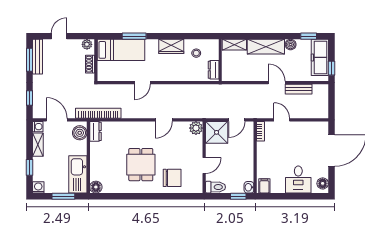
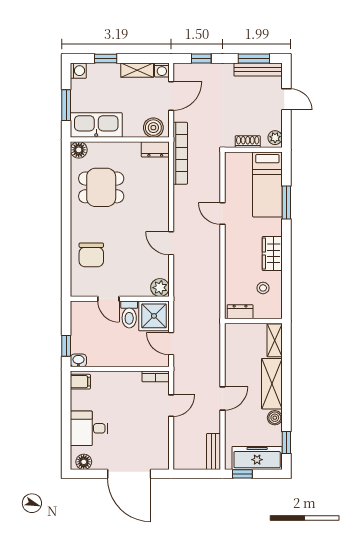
bench: (299, 89) -> (214, 452), moved
dining table: (141, 165) -> (101, 187), moved
toilet: (215, 187) -> (129, 314), moved

